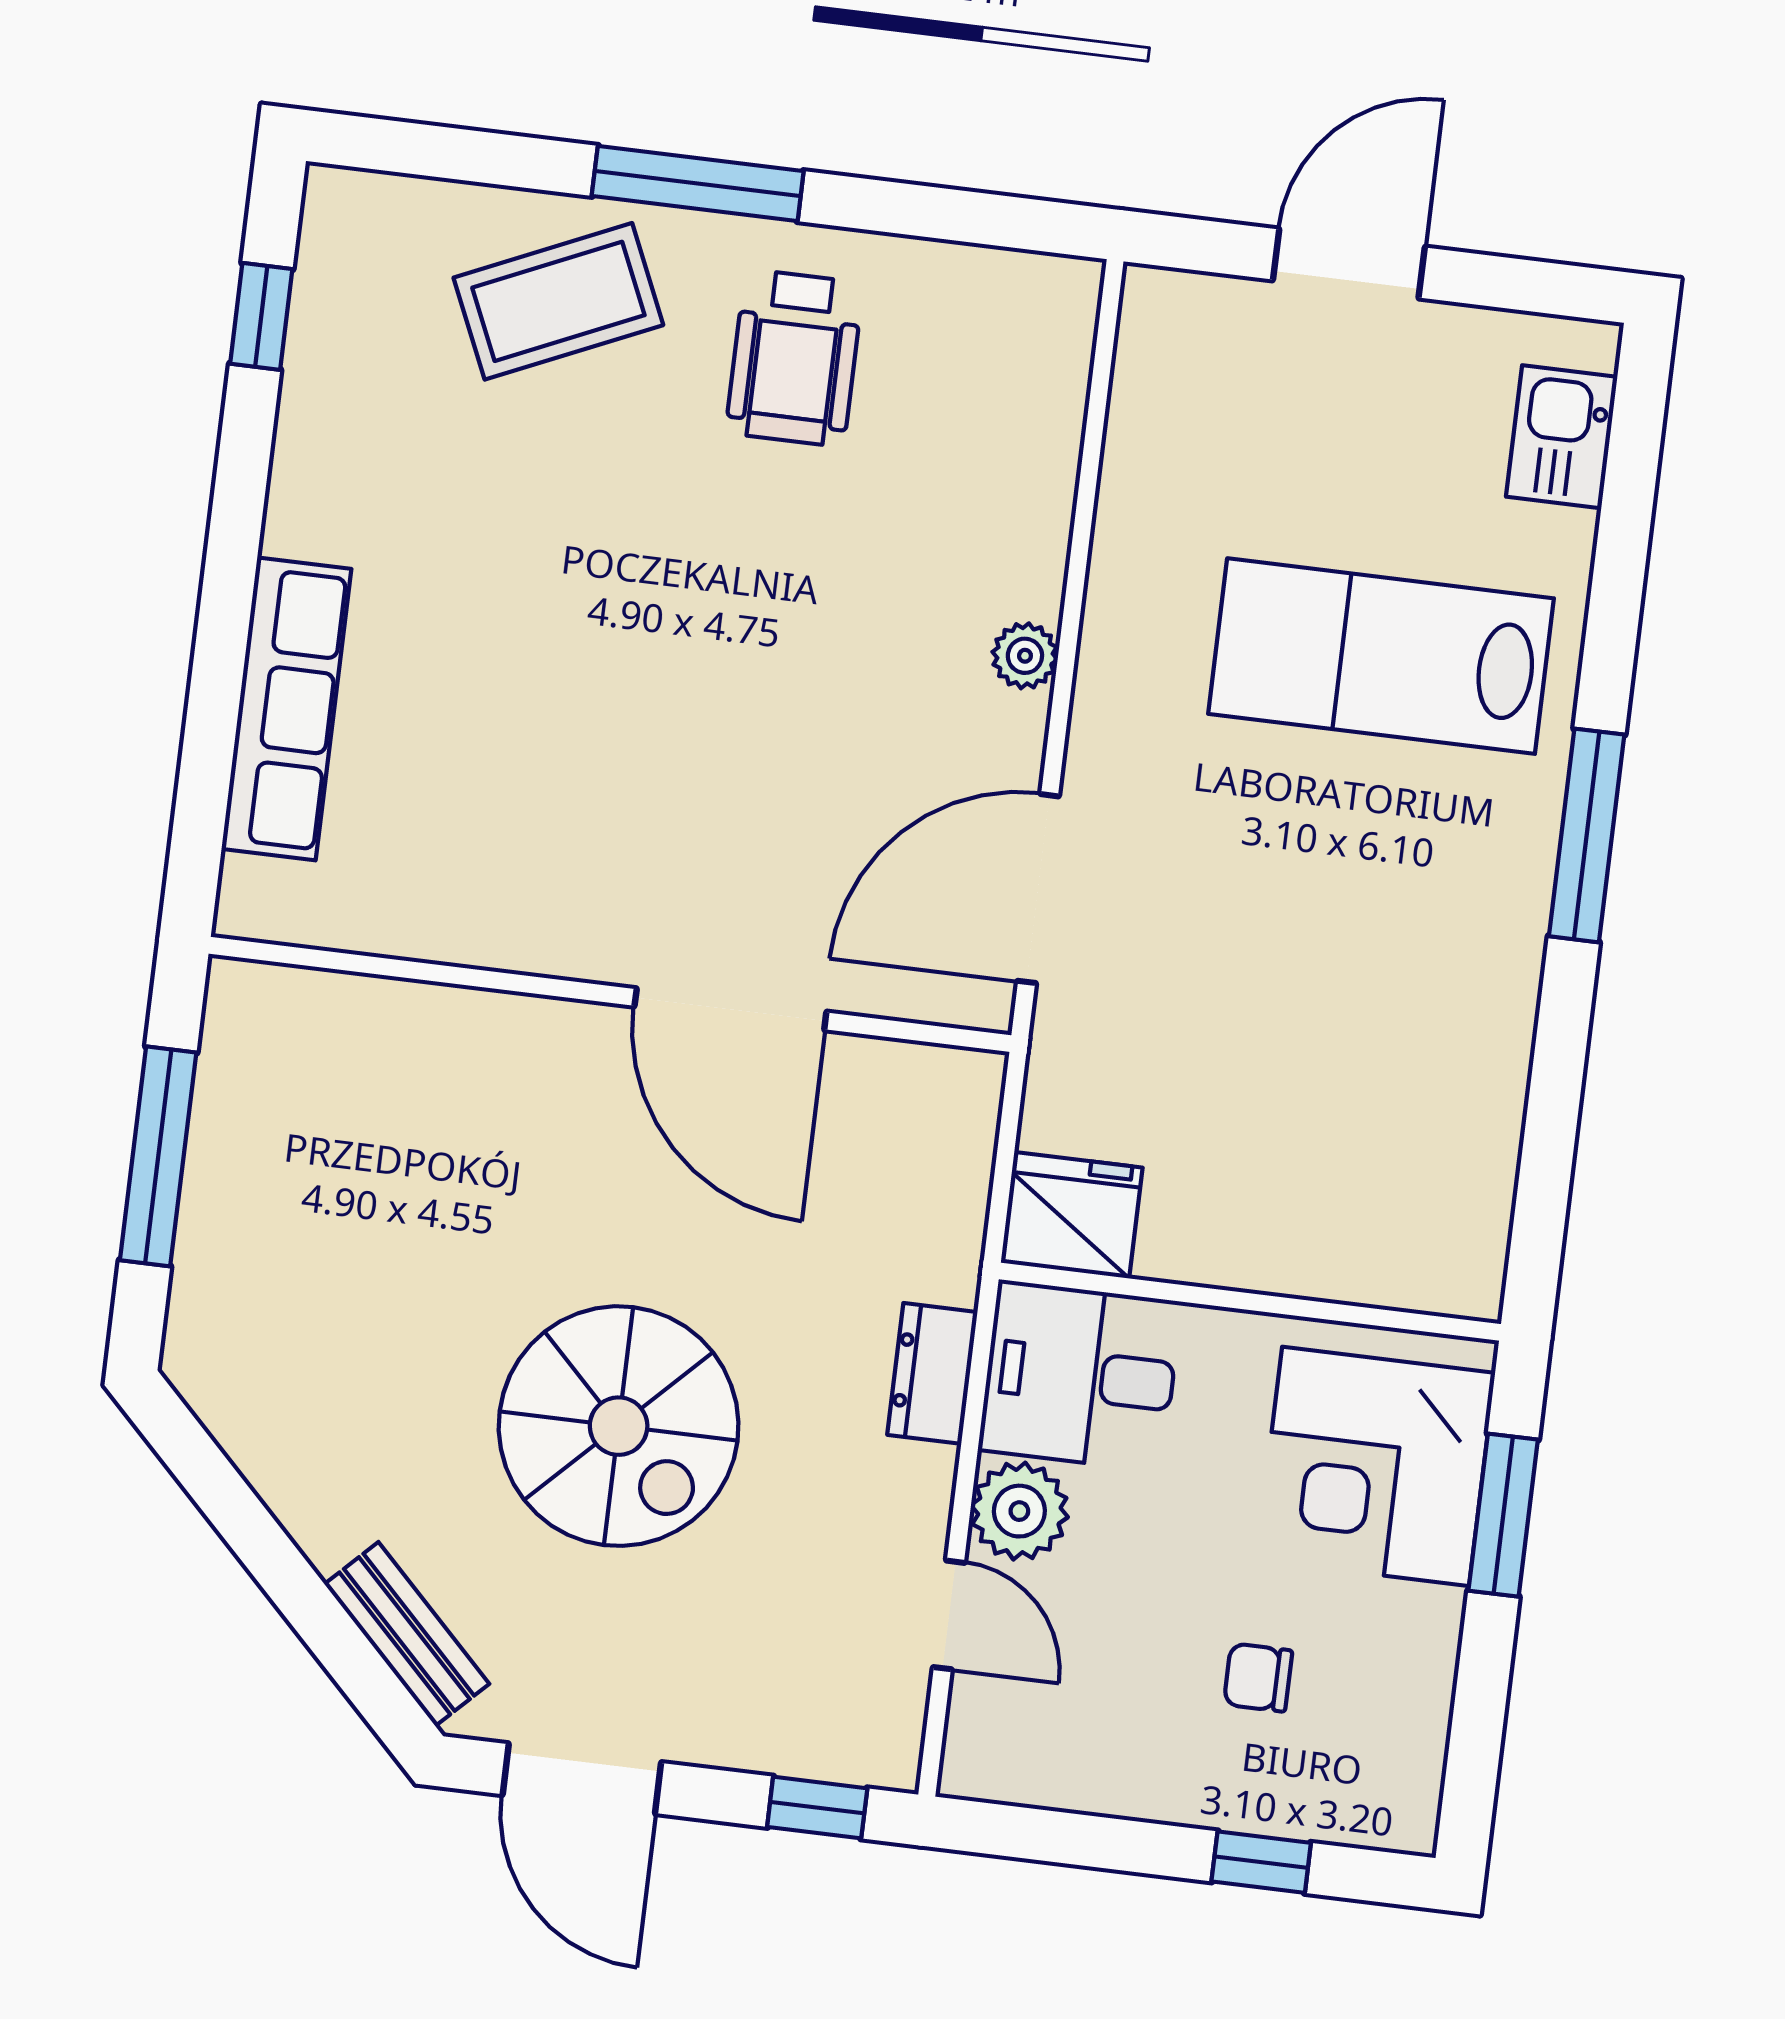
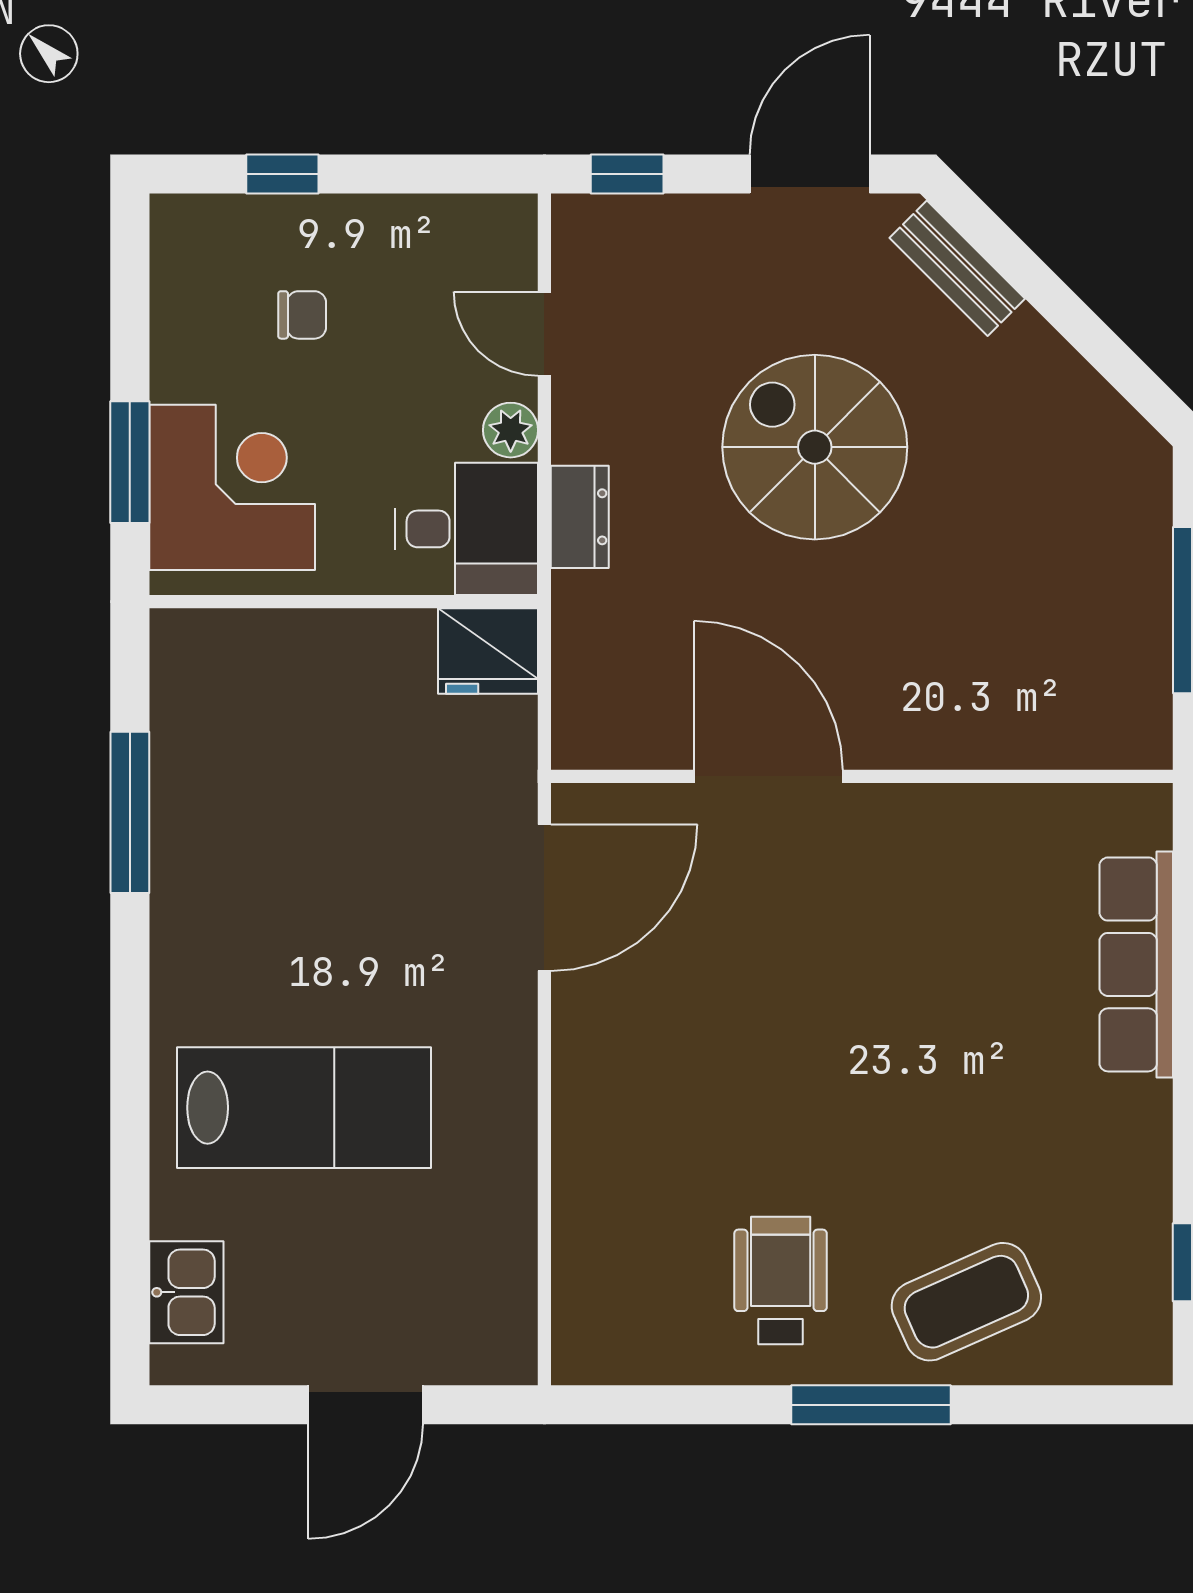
plant: (1025, 656) -> (576, 1074), removed
window: (1587, 835) -> (130, 812), moved
plant: (1019, 1511) -> (511, 430), width x0.73, depth x0.73
door: (582, 1779) -> (810, 174), hinge flipped

